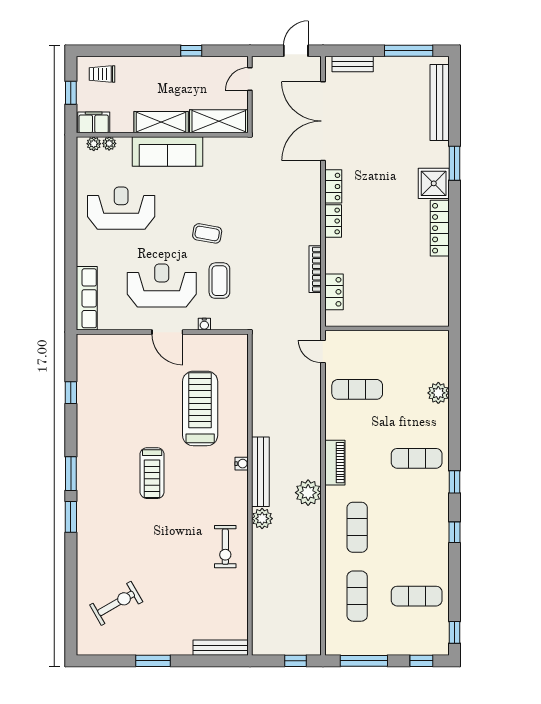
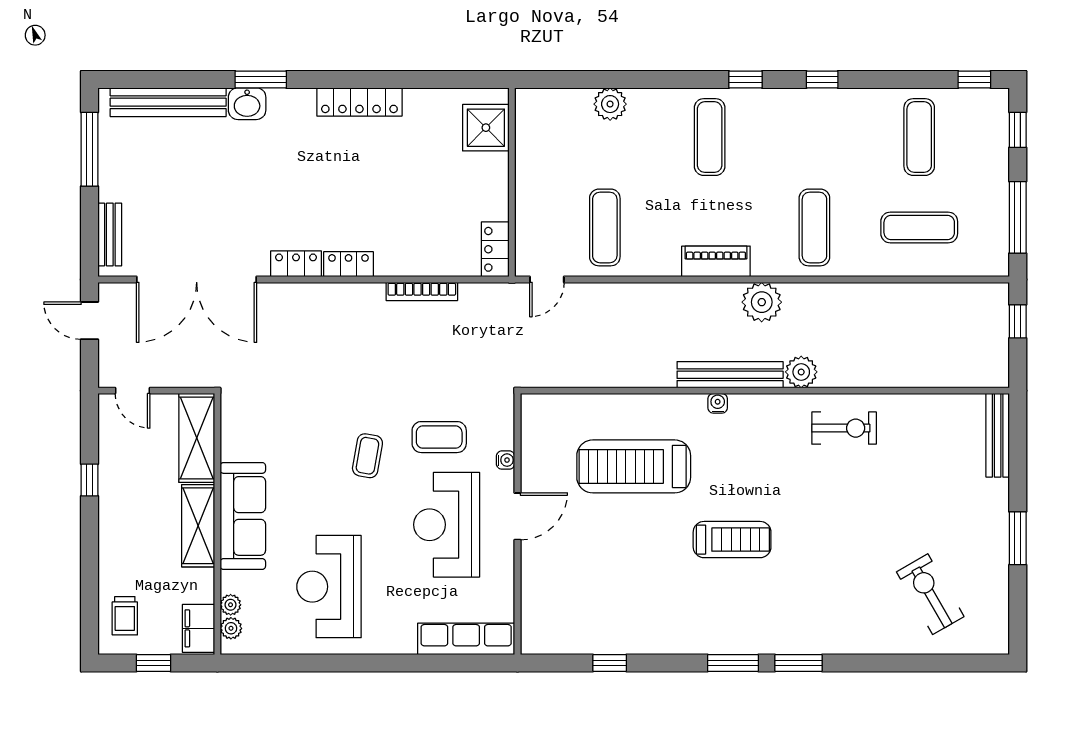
washbasin: (439, 154) -> (247, 104), added
shower: (434, 183) -> (486, 128), moved
locker: (334, 292) -> (495, 249), moved, turned -90
exercise mat: (357, 527) -> (814, 227), turned 90

